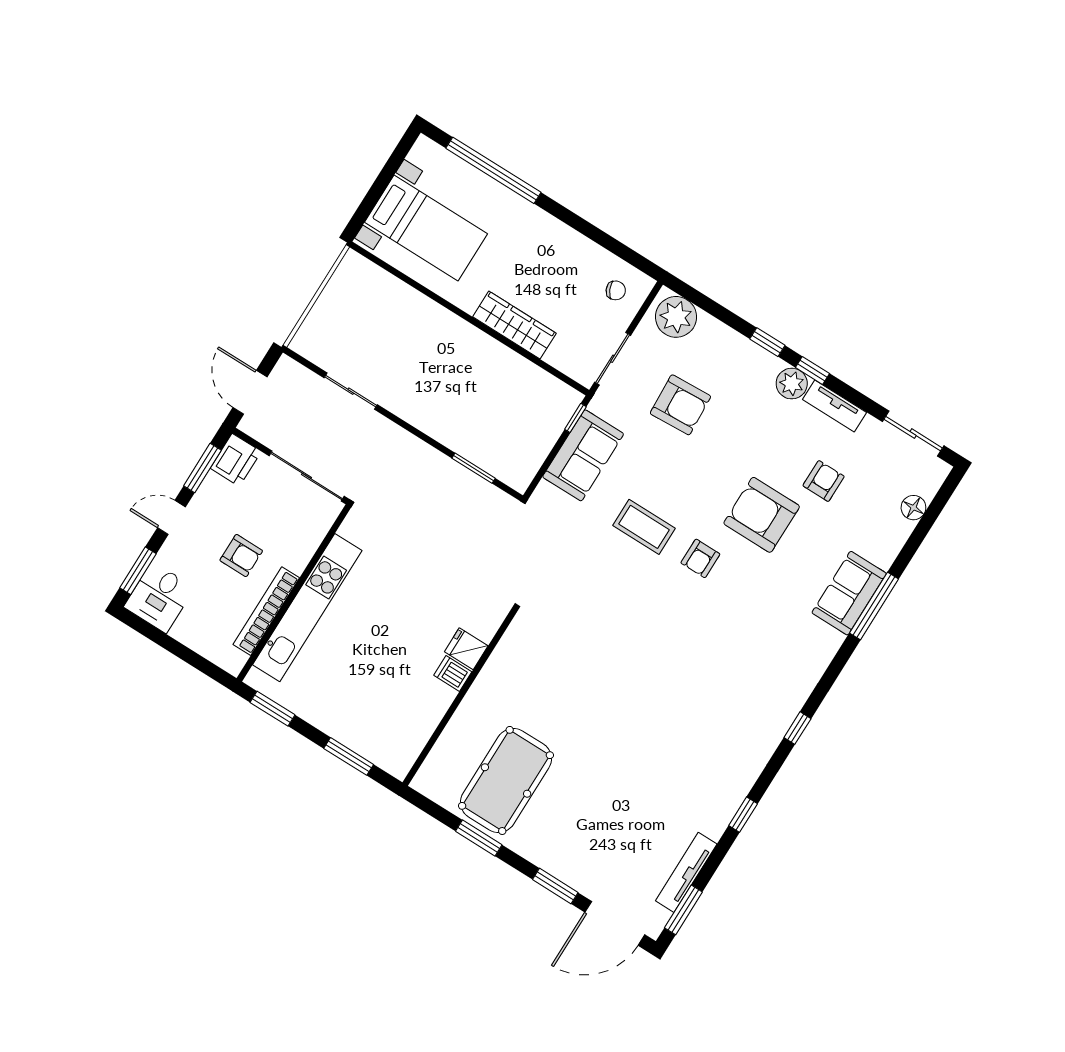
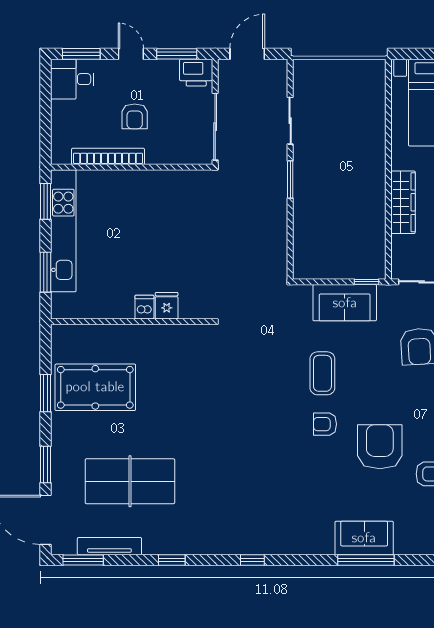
window: (474, 468) -> (290, 179), moved
kitchen unit: (307, 608) -> (63, 231), moved, turned -90
table tennis table: (630, 807) -> (130, 481), added

